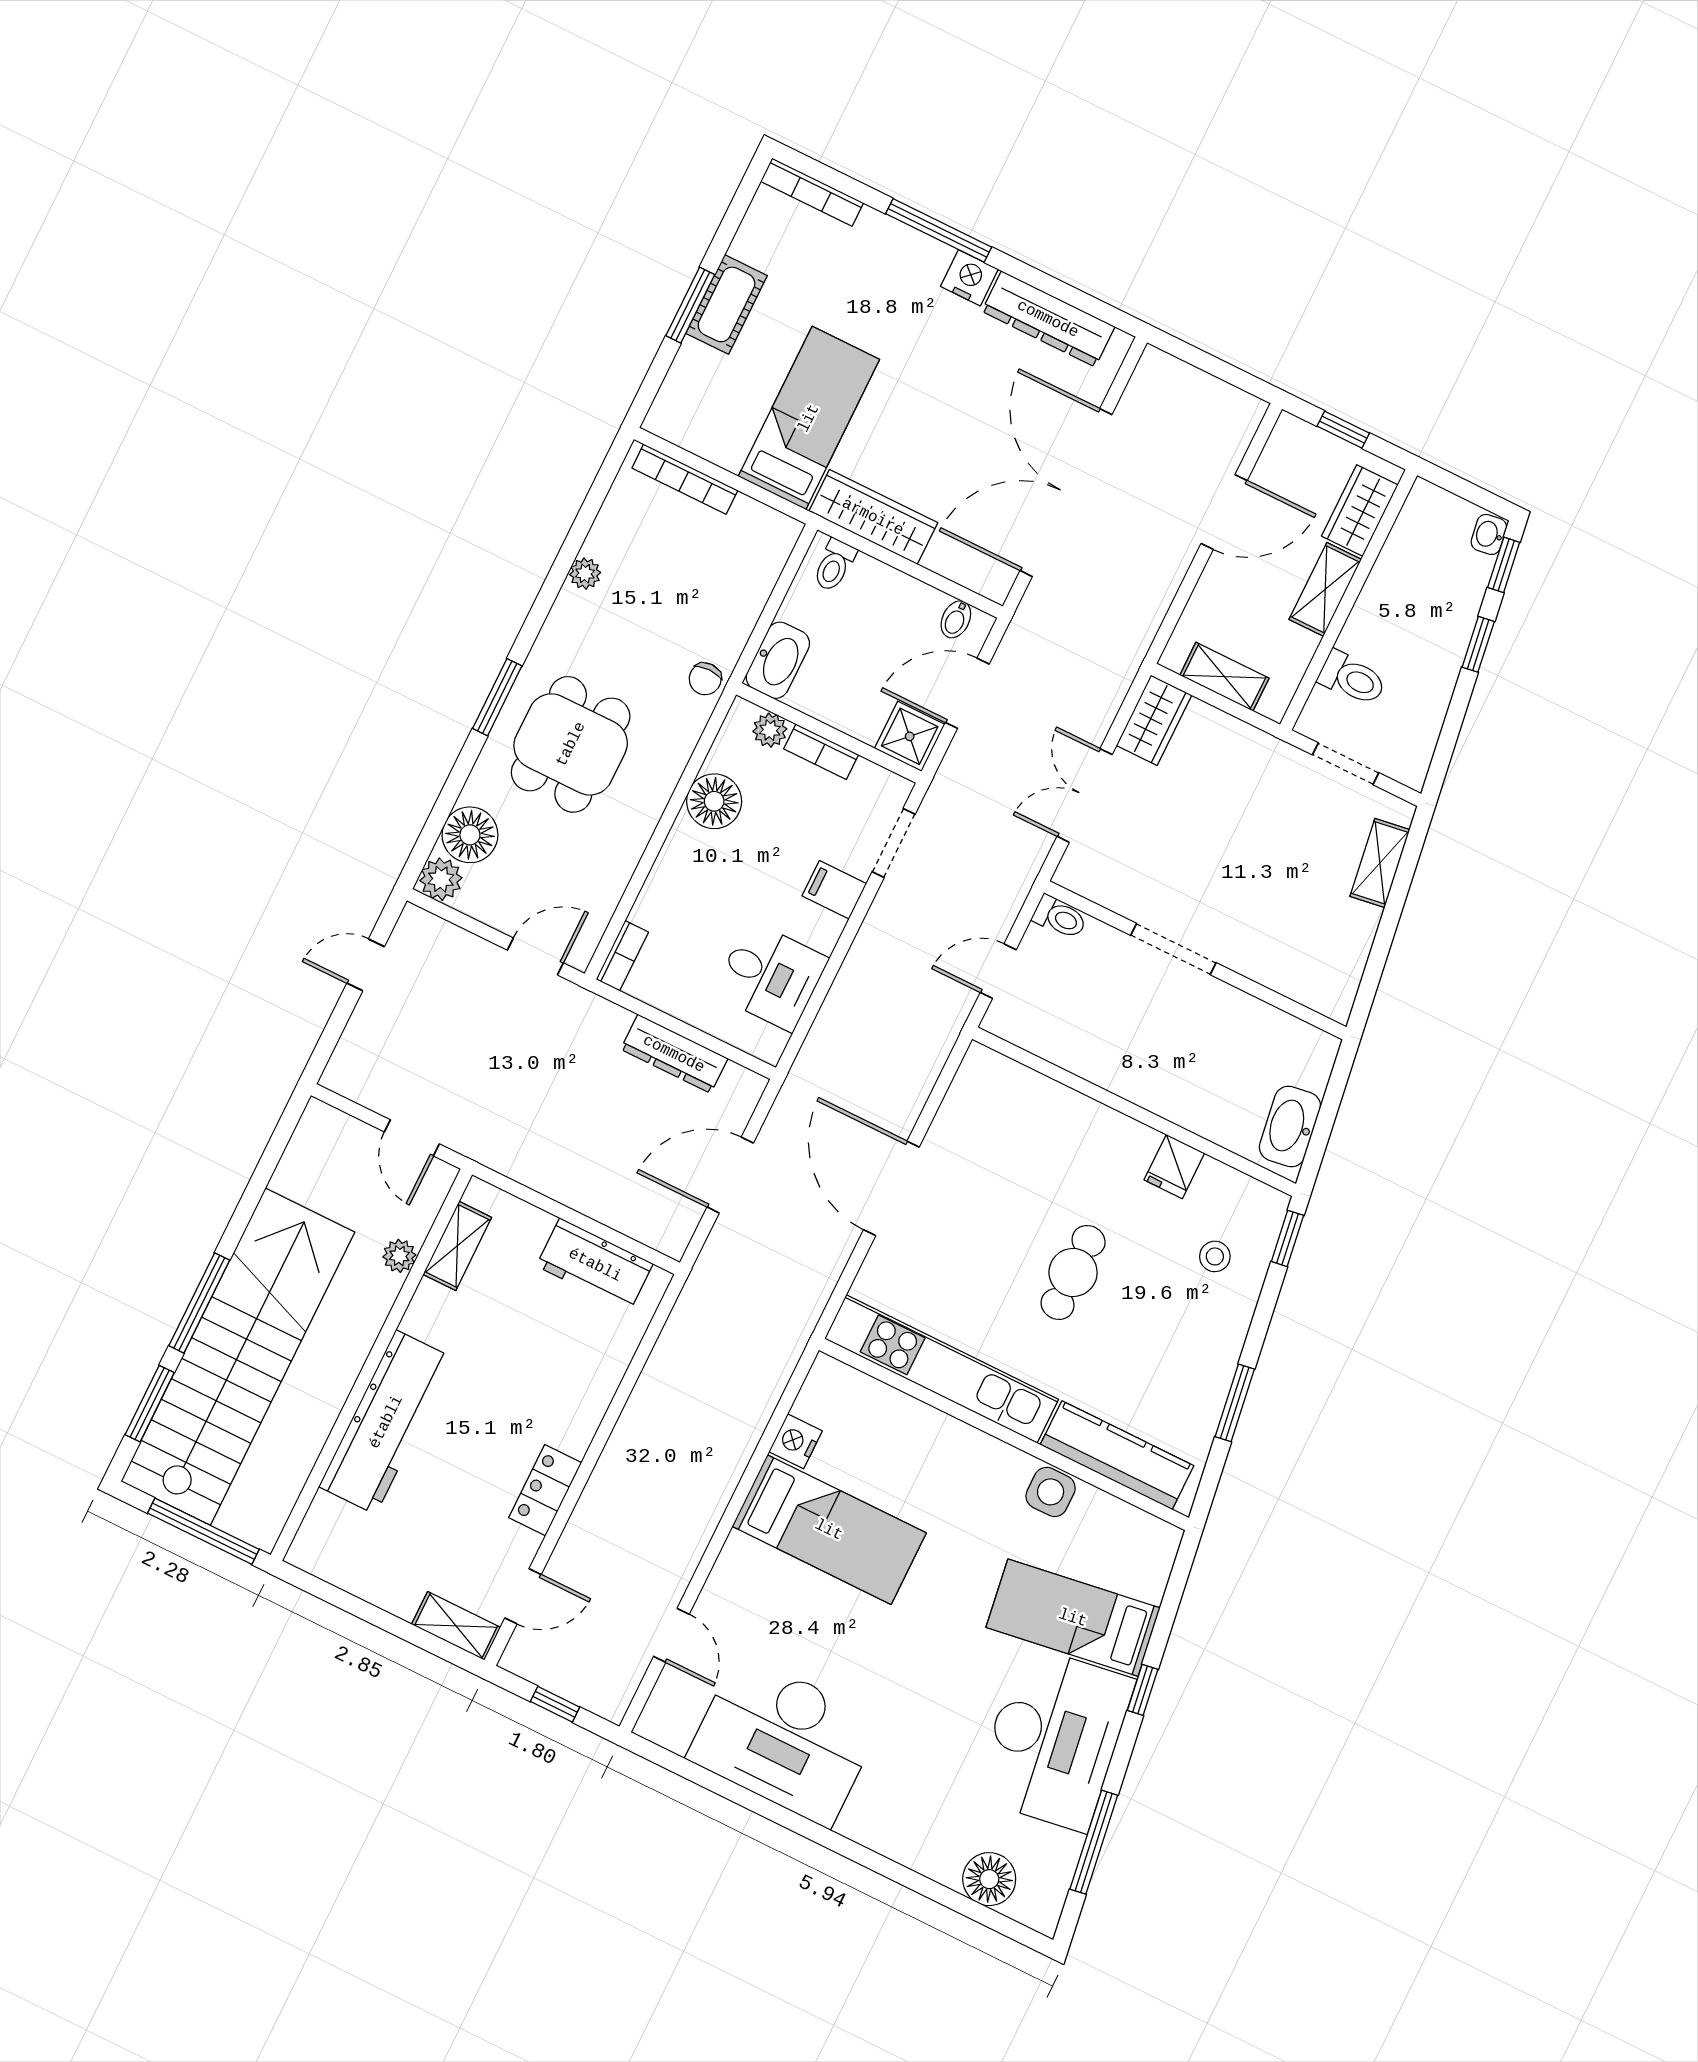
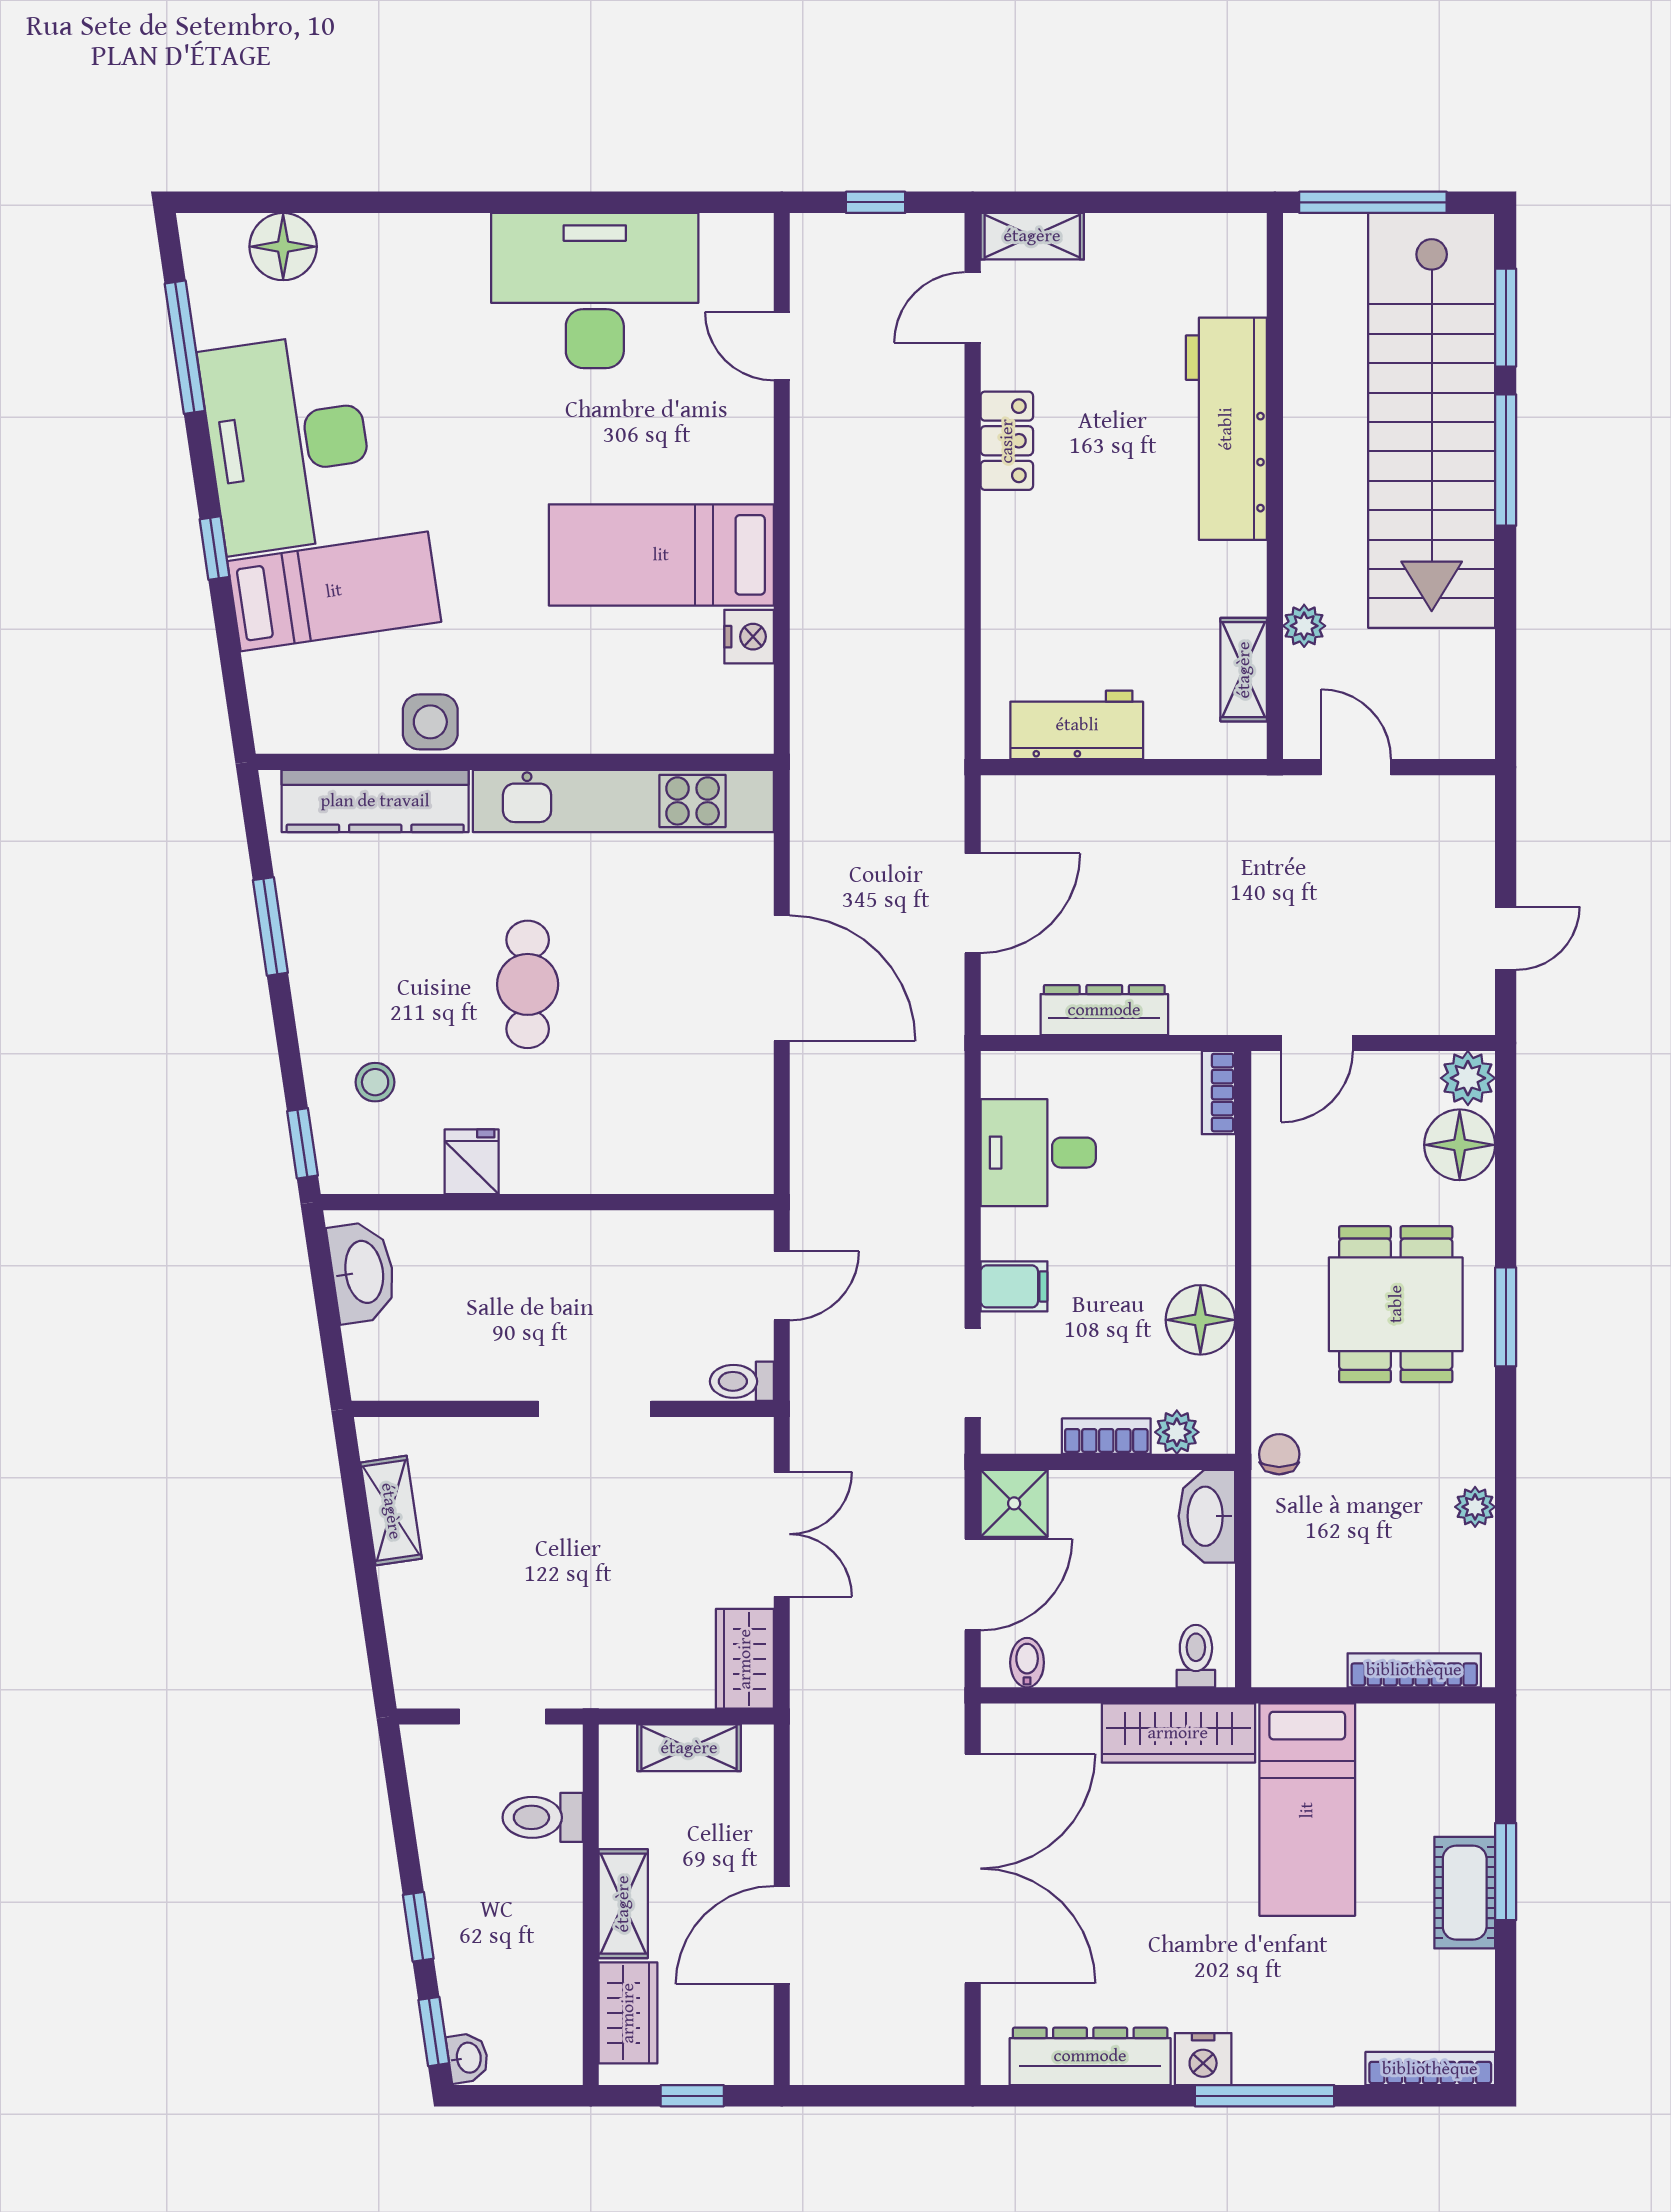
shelving: (1380, 863) -> (391, 1511), moved

